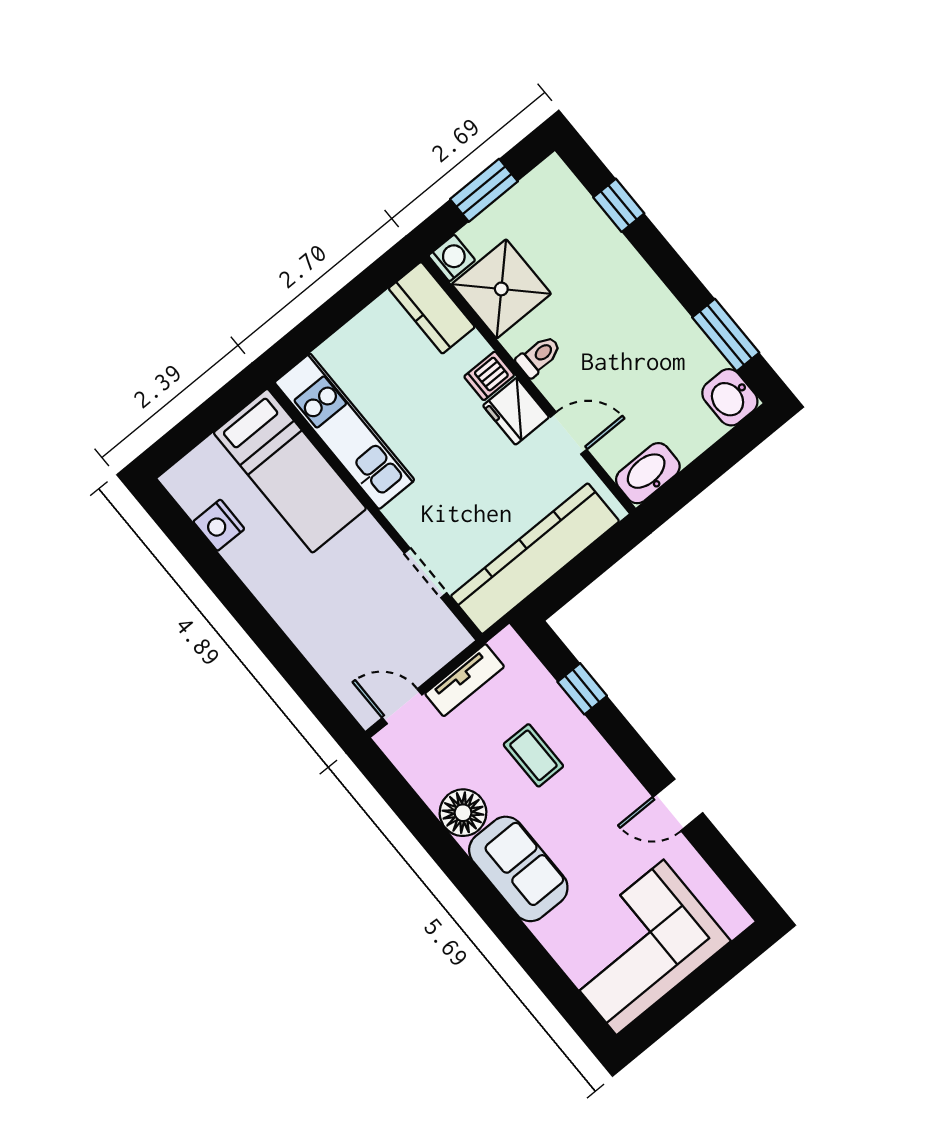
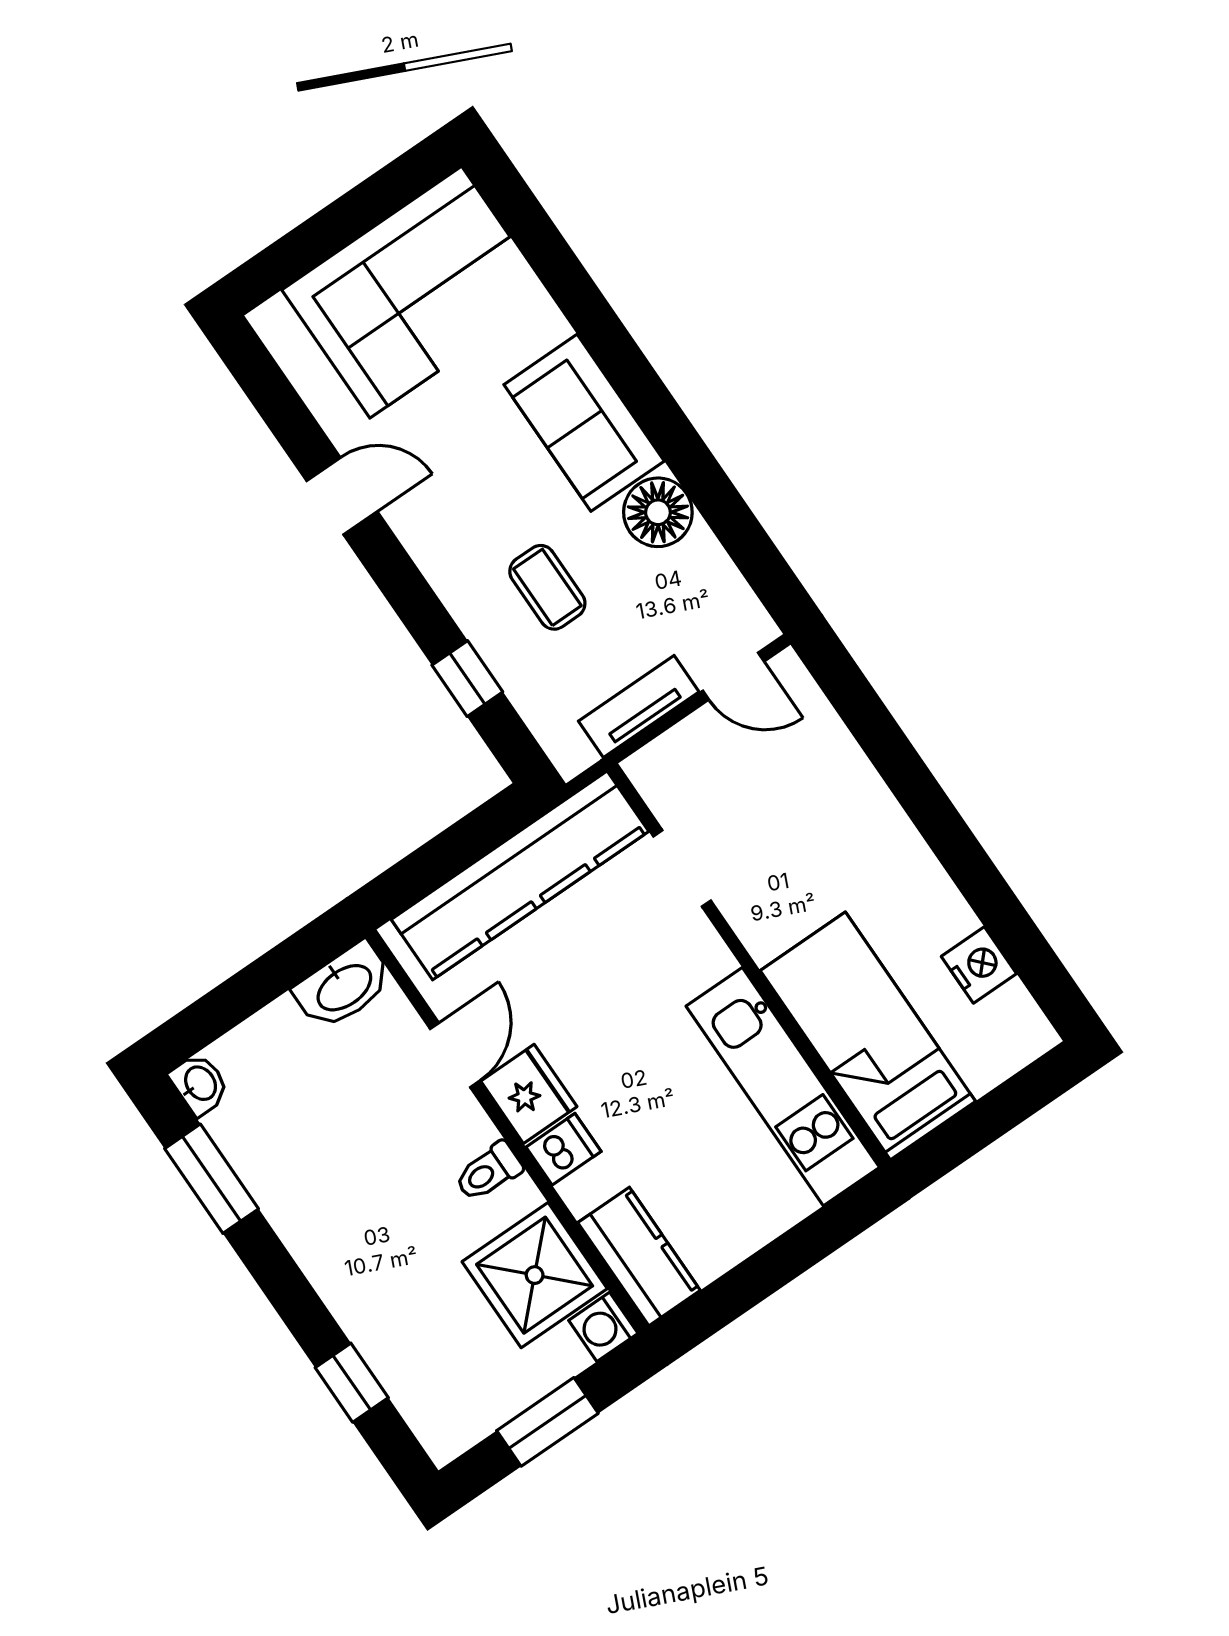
washbasin: (730, 397) -> (199, 1084), width x0.72, depth x0.69
door: (568, 433) -> (455, 1055), swing flipped

